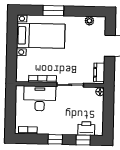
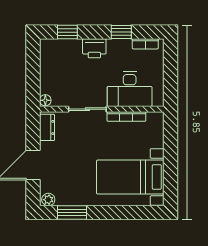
window: (53, 11) -> (72, 213), moved
plant: (89, 21) -> (48, 200), moved
printer: (86, 128) -> (94, 48), moved
window: (55, 139) -> (121, 32), moved

